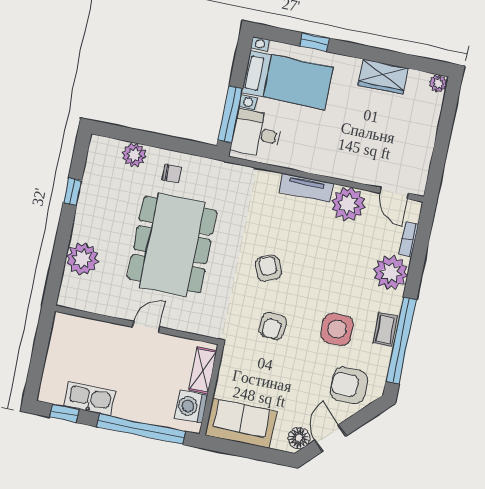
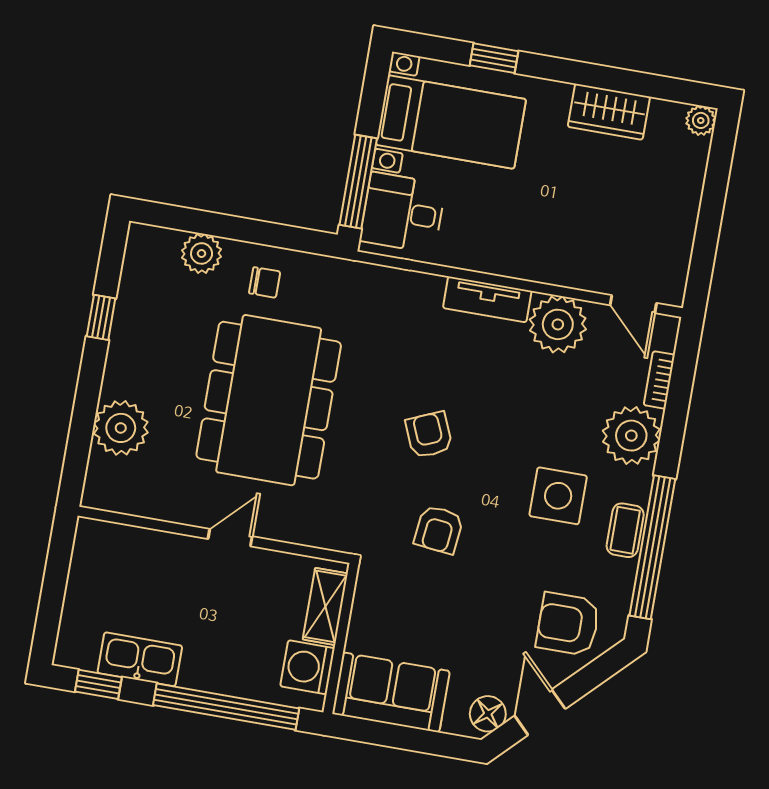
side table: (337, 329) -> (558, 496), moved

